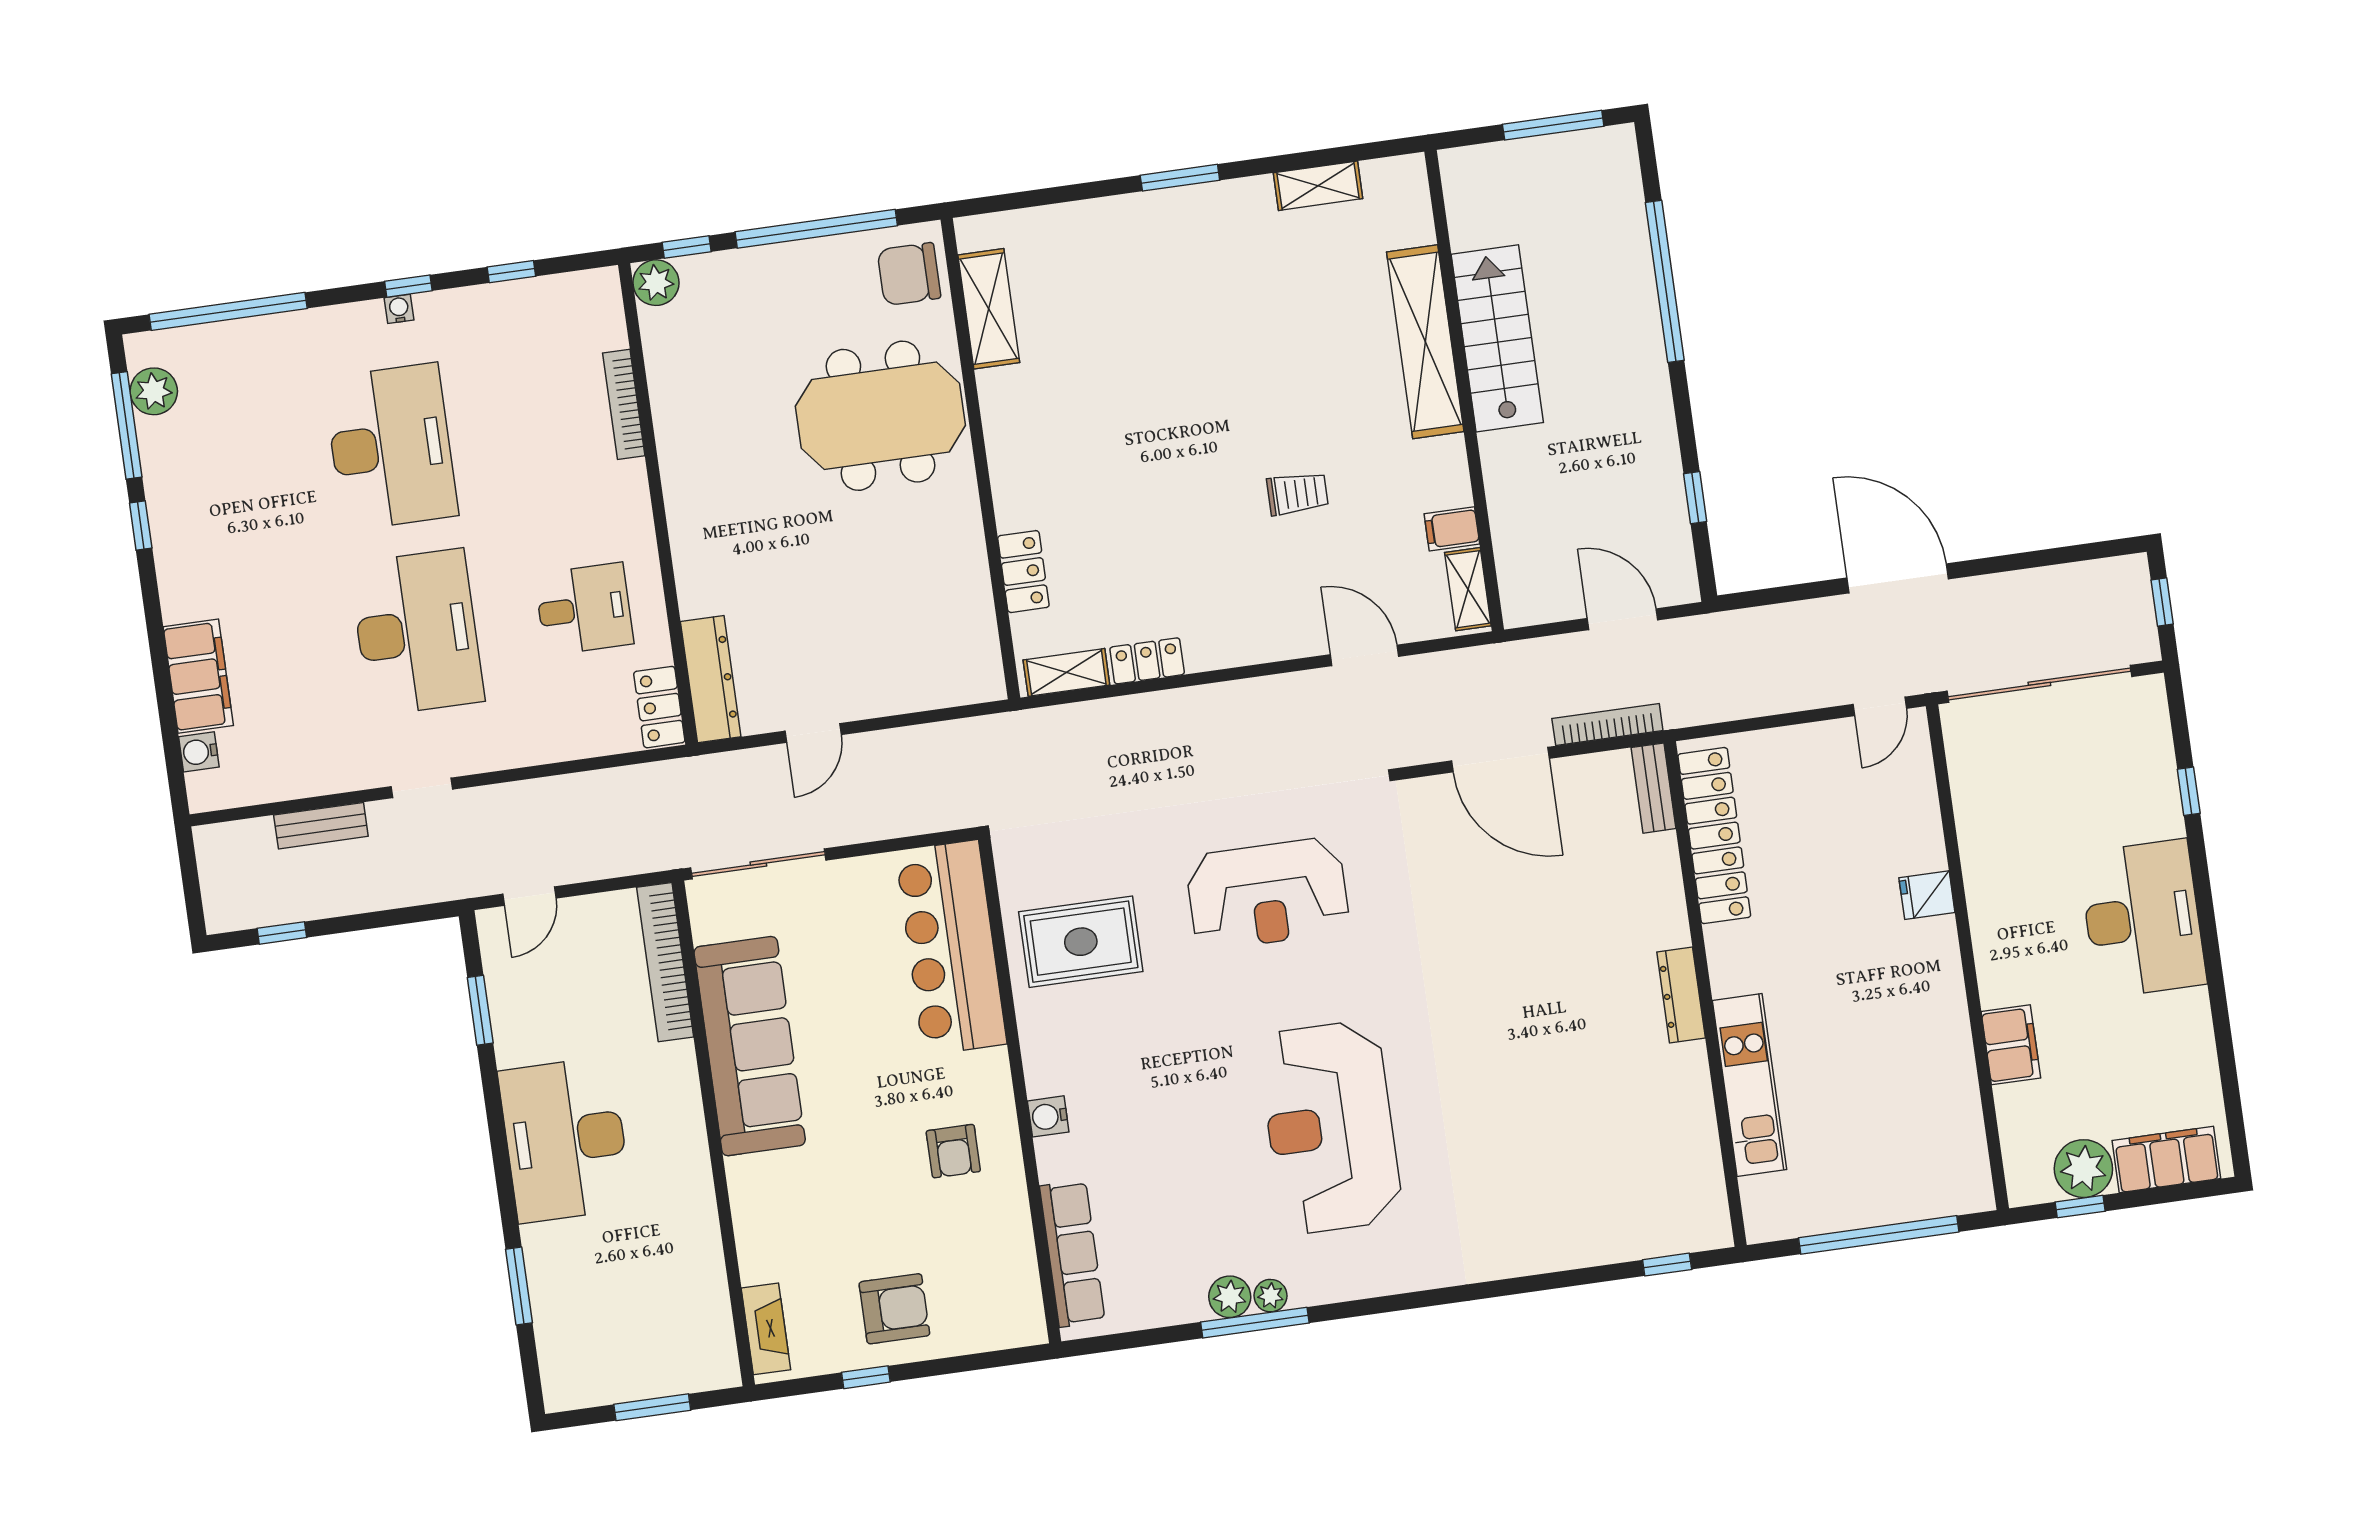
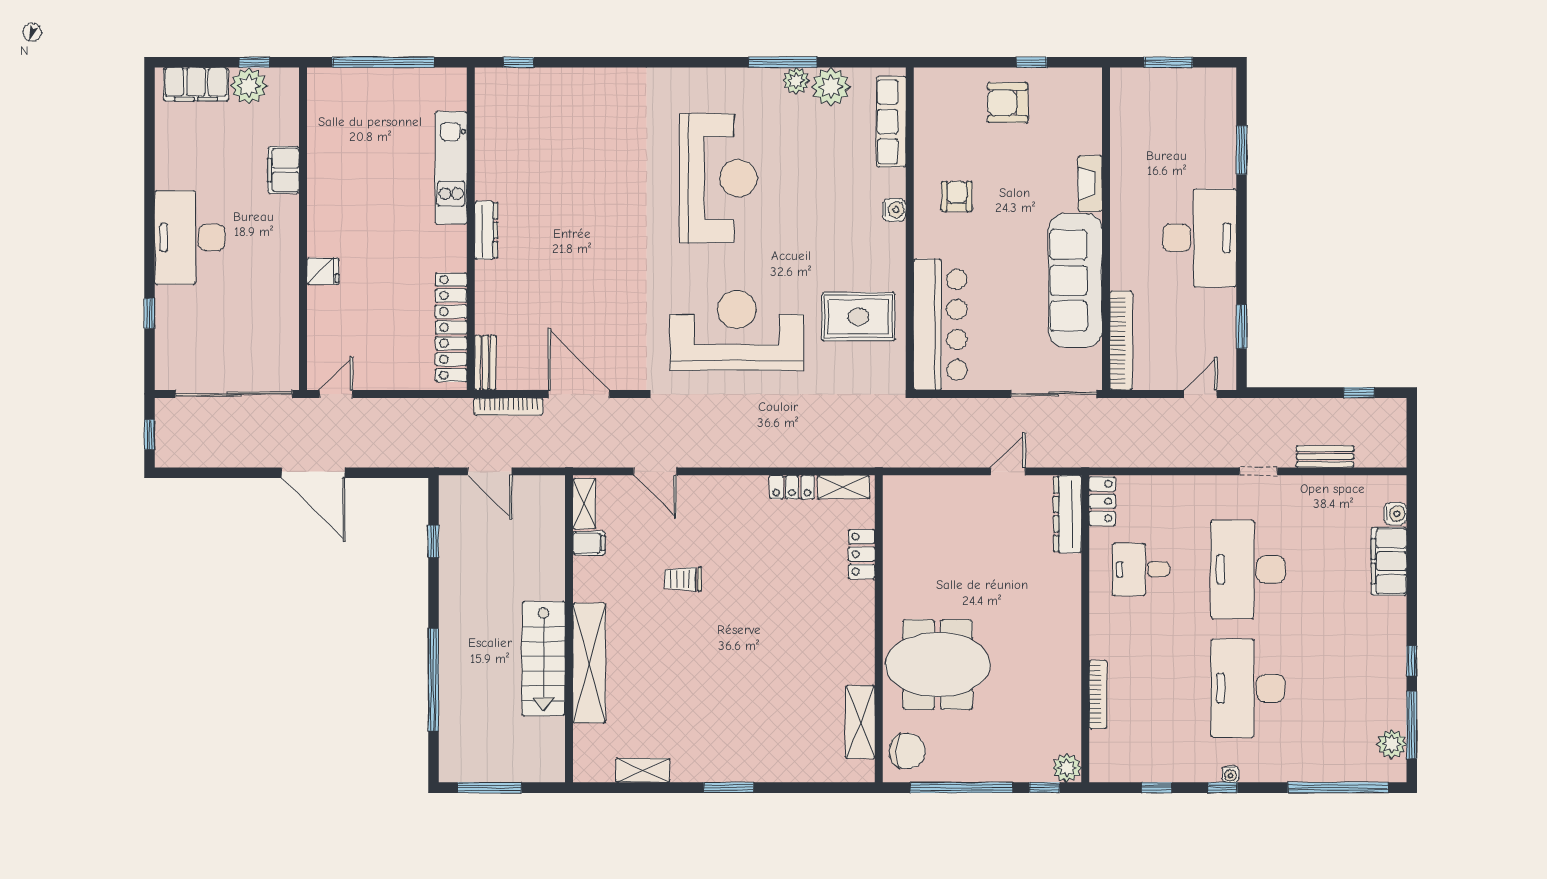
reception desk: (1268, 894) -> (737, 330), width x1.36, depth x1.30
plant: (1270, 1296) -> (831, 87), moved, width x1.88, depth x1.88
fireplace: (766, 1329) -> (1090, 183), moved

